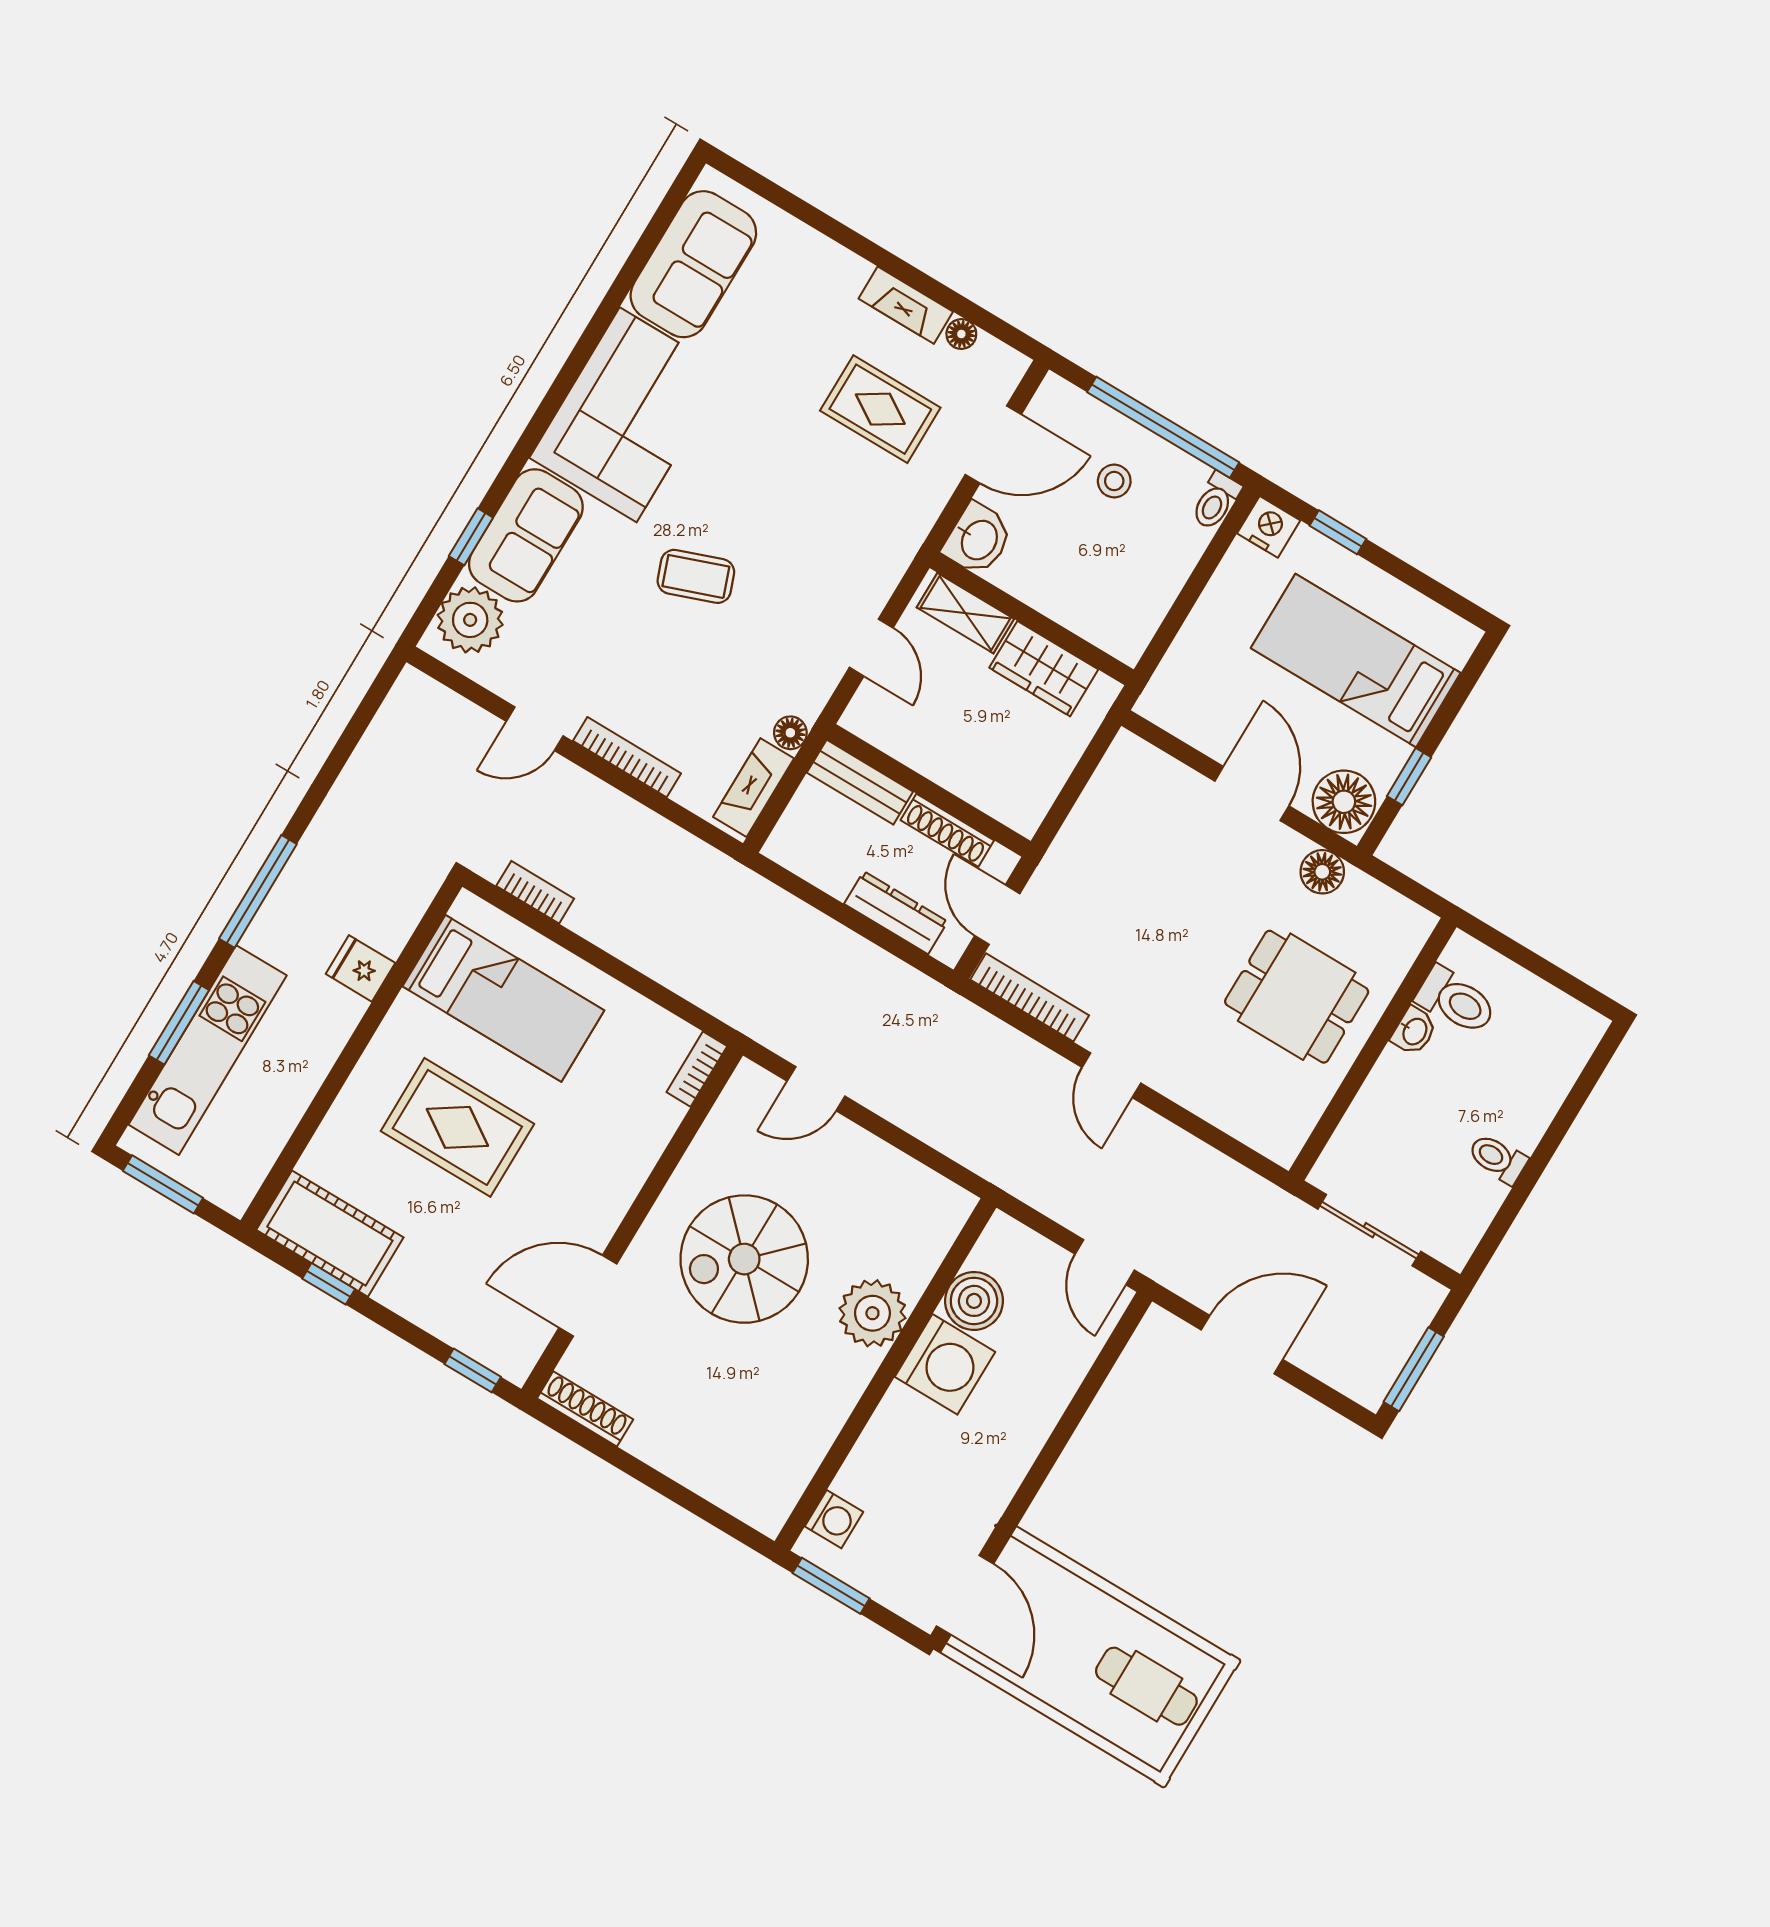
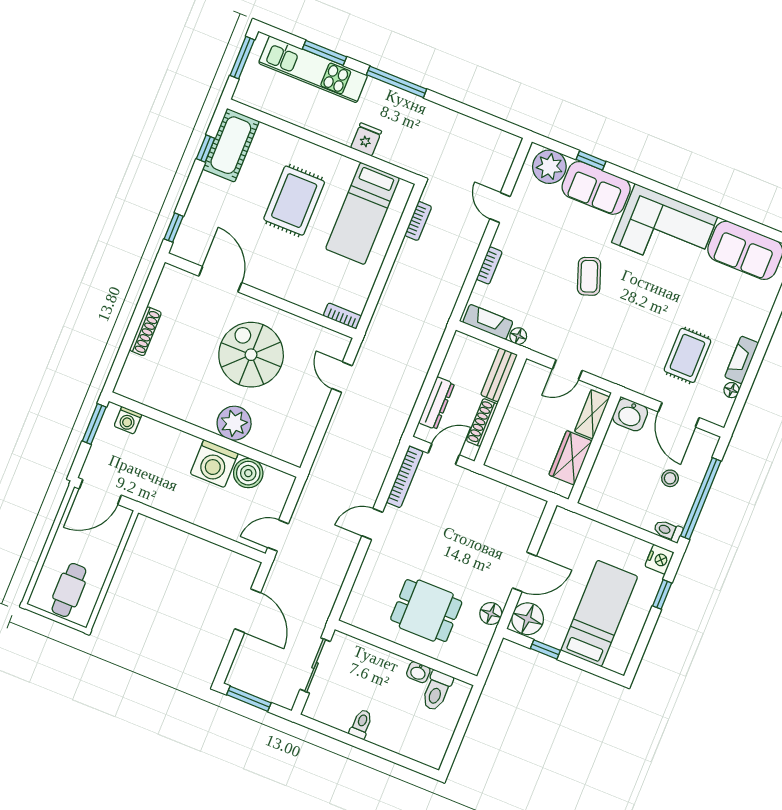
bookcase: (627, 757) -> (489, 265), width x0.64
dining table: (1297, 997) -> (426, 611), turned 90
shoe rack: (585, 1409) -> (145, 331), moved

